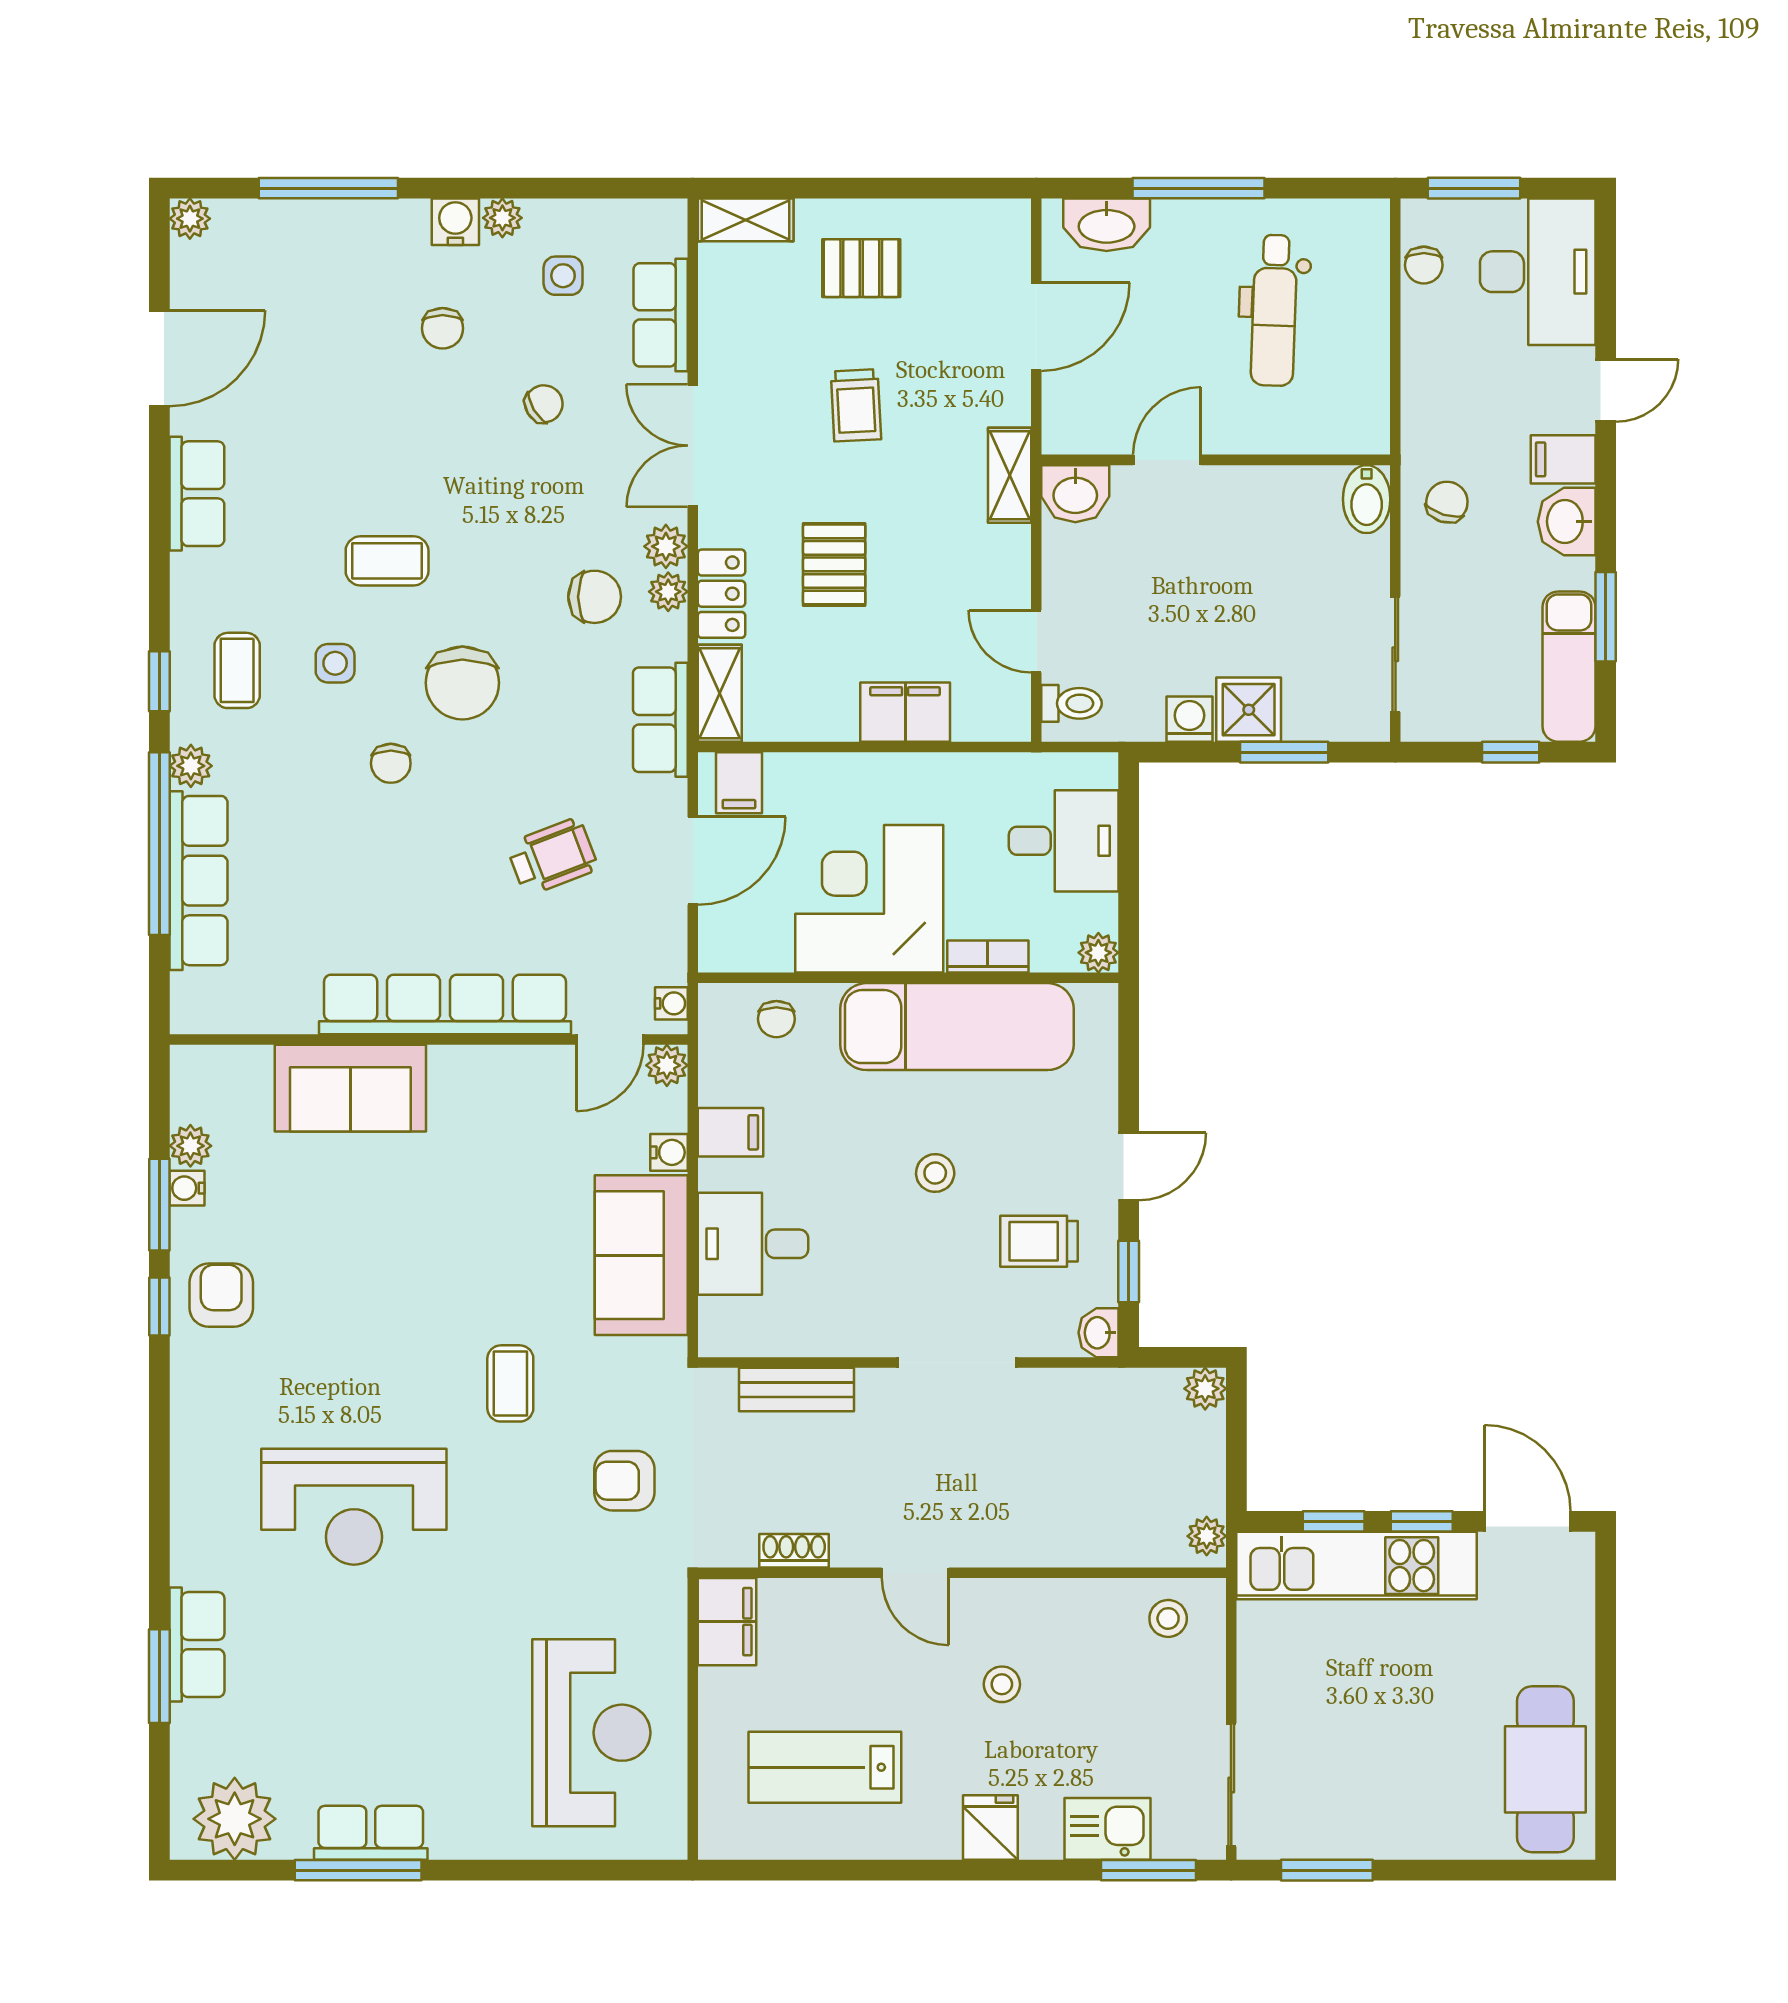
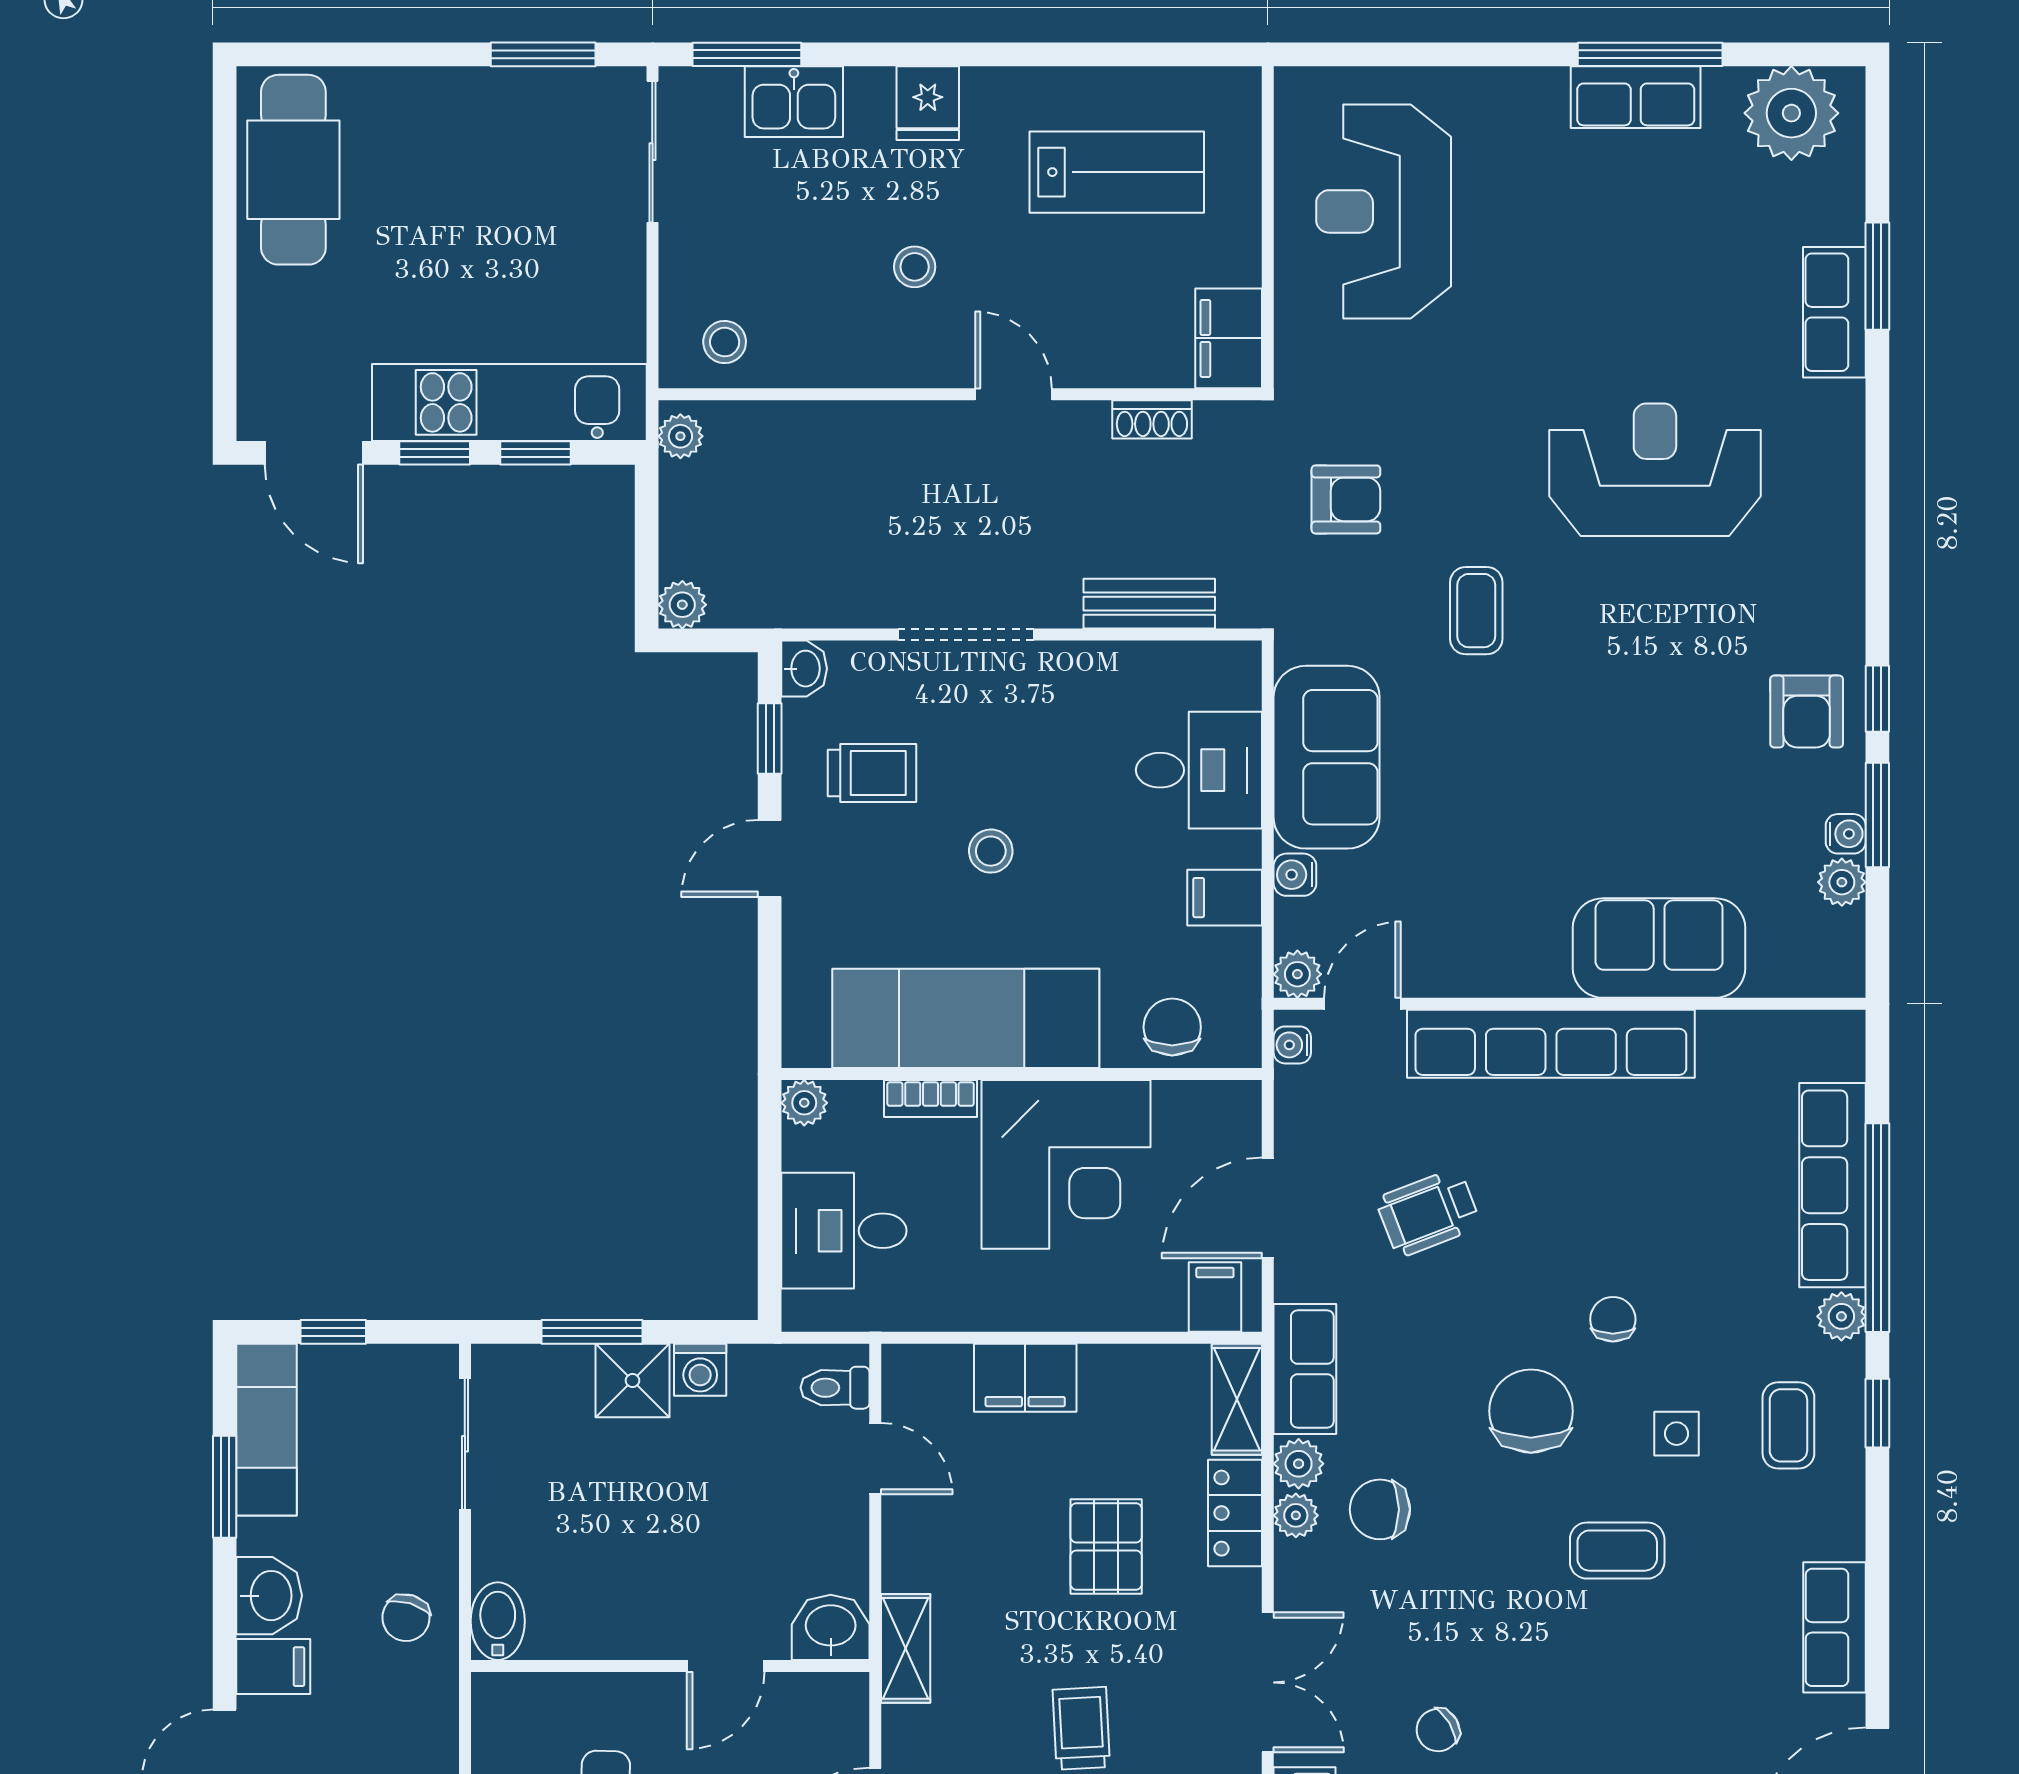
plant: (666, 546) -> (1299, 1464), moved
chair: (776, 1019) -> (1172, 1027), width x1.37, depth x1.37

